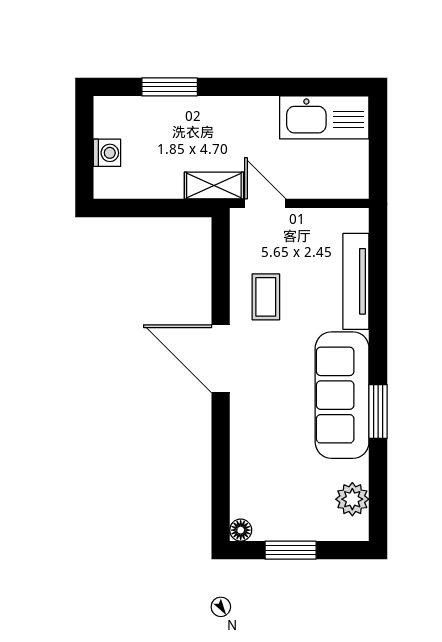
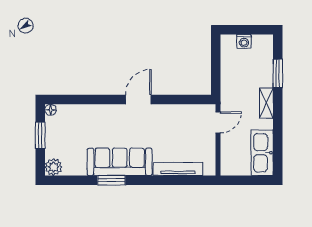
shelving: (214, 186) -> (266, 103), moved
coffee table: (266, 297) -> (170, 123), removed
door: (221, 359) -> (138, 100), width x0.73
plant: (352, 499) -> (53, 167), moved

